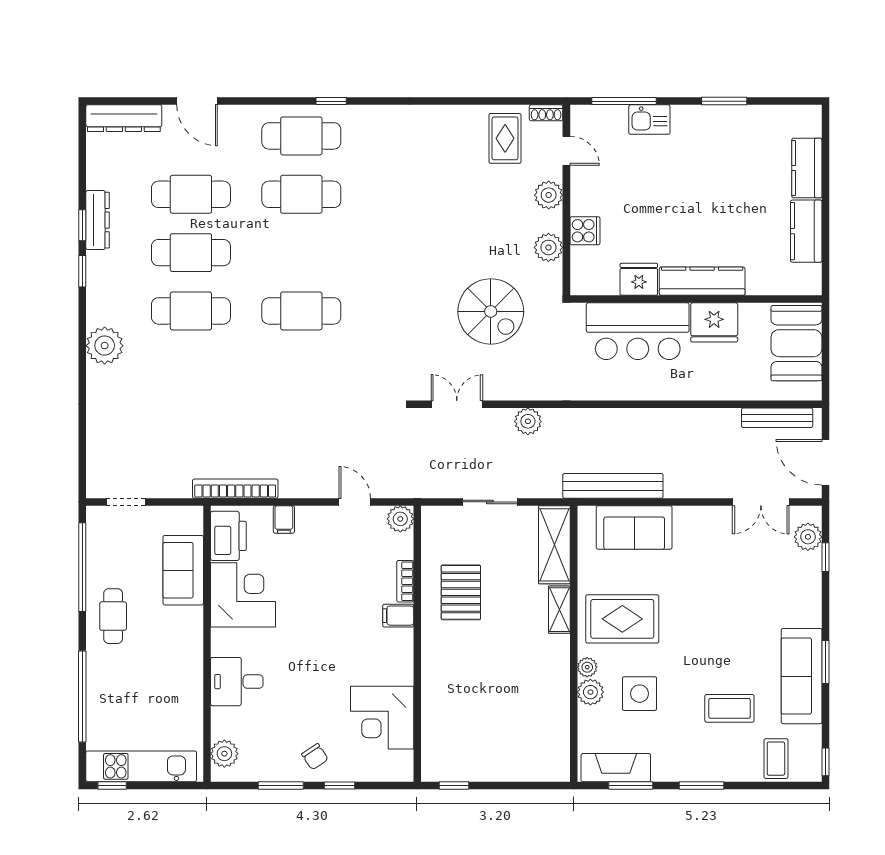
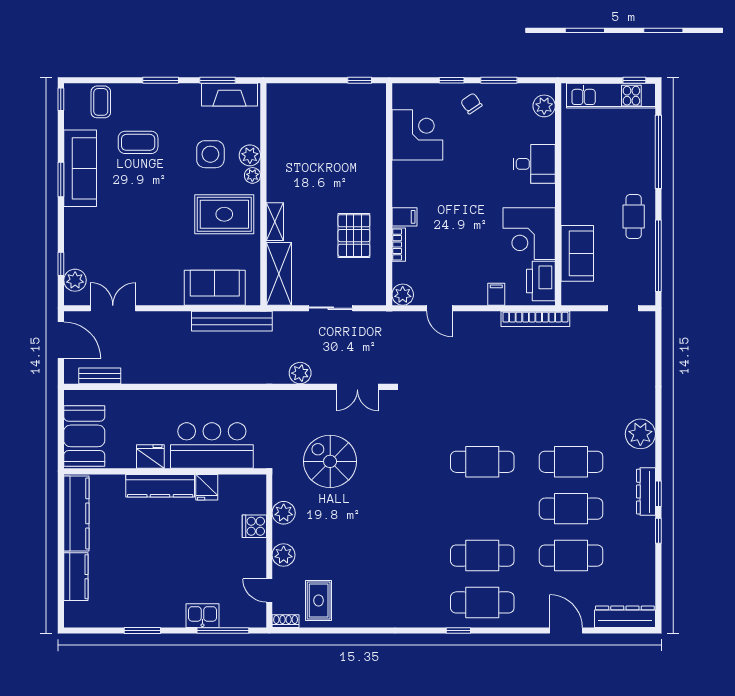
dresser: (98, 220) -> (646, 492), moved
kitchen counter: (806, 231) -> (76, 513), width x1.50
fridge: (639, 279) -> (207, 487), width x0.72
fridge: (714, 322) -> (150, 457), width x0.73, depth x0.75
bench: (777, 418) -> (100, 376), width x0.73

